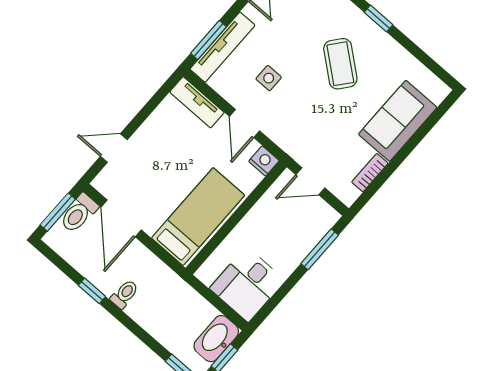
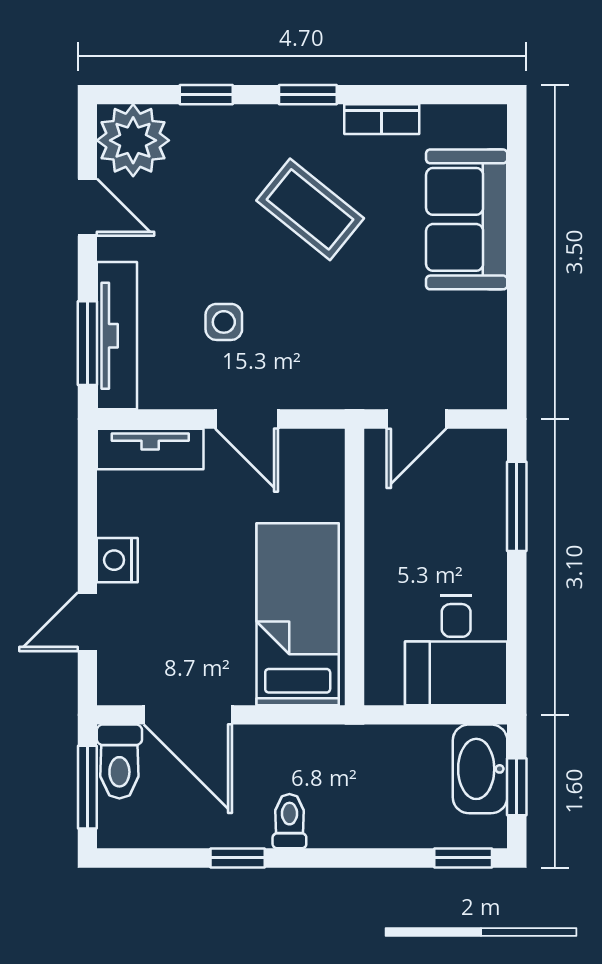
nightstand: (264, 161) -> (117, 560), moved, turned -90
bookcase: (370, 173) -> (382, 119), moved, turned -90

